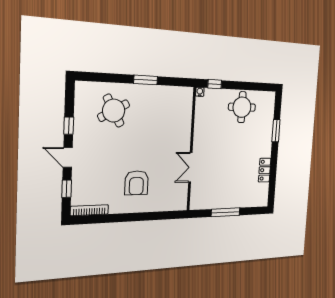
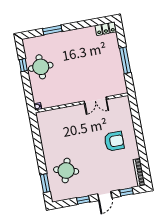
window: (146, 80) -> (45, 183), moved
window: (215, 84) -> (23, 65), moved
round table: (114, 111) -> (66, 171), turned 45
locker: (265, 170) -> (106, 29), moved

